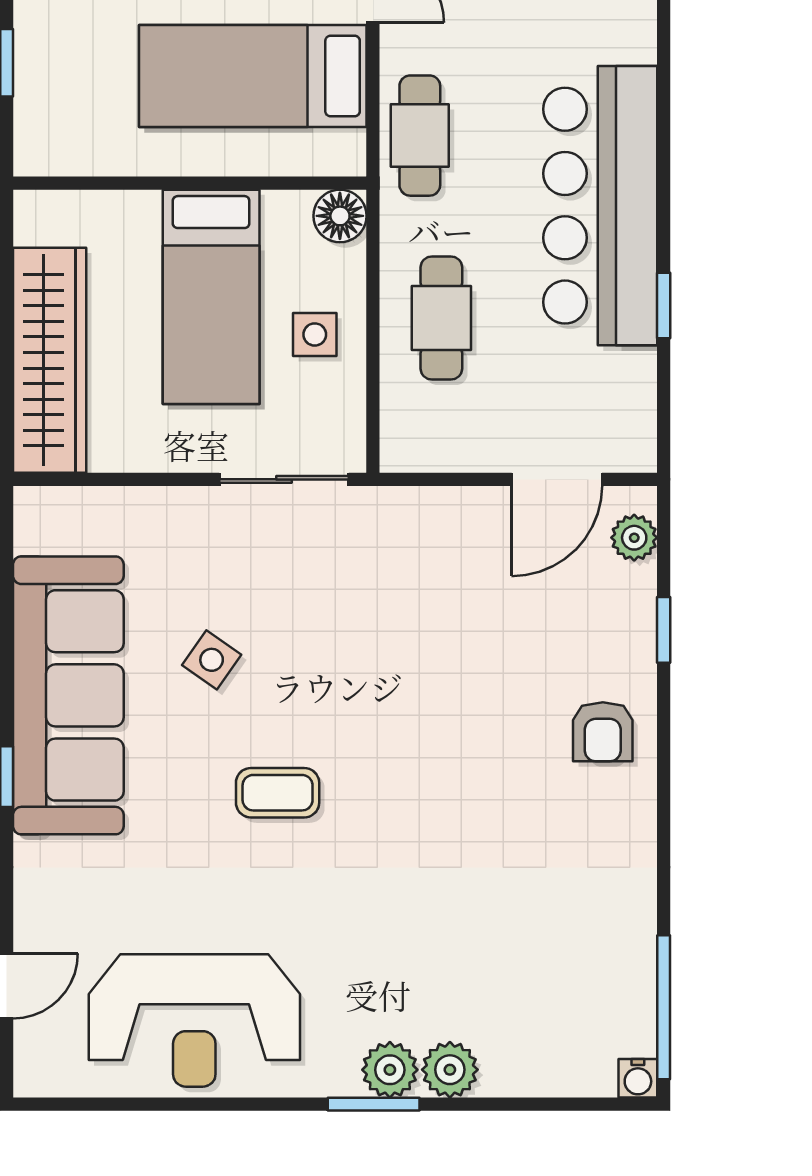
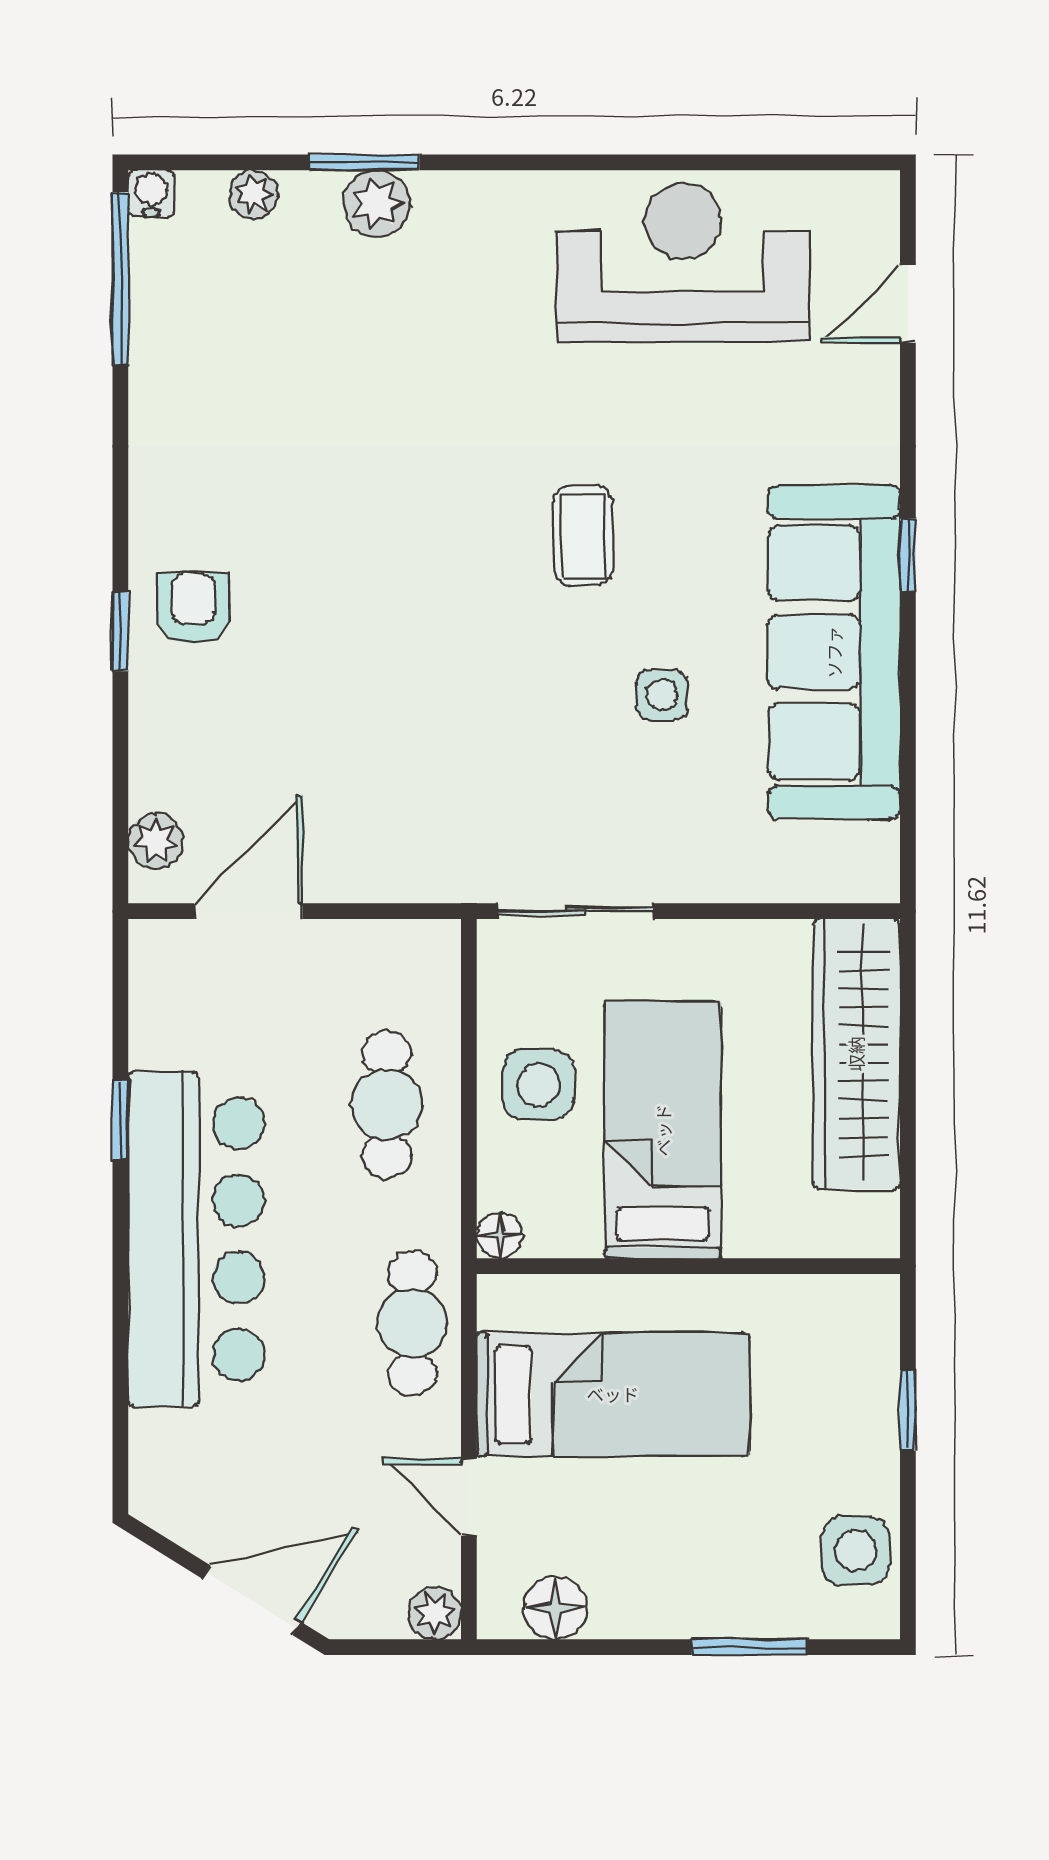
floor lamp: (340, 216) -> (500, 1235), width x0.73, depth x0.73
side table: (315, 334) -> (539, 1085), width x1.37, depth x1.37
window: (664, 630) -> (120, 632), moved
side table: (212, 660) -> (662, 695), turned -35
coffee table: (278, 793) -> (583, 535), turned 90
plant: (390, 1070) -> (254, 194), moved, width x0.73, depth x0.73
window: (374, 1104) -> (365, 162), moved

